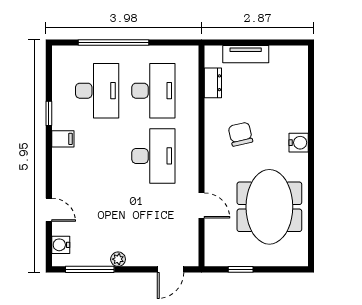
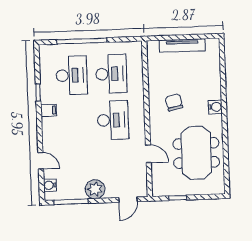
tv unit: (246, 54) -> (182, 45), width x1.41
dresser: (213, 83) -> (153, 67), removed
plant: (118, 259) -> (95, 189), width x1.87, depth x1.87

